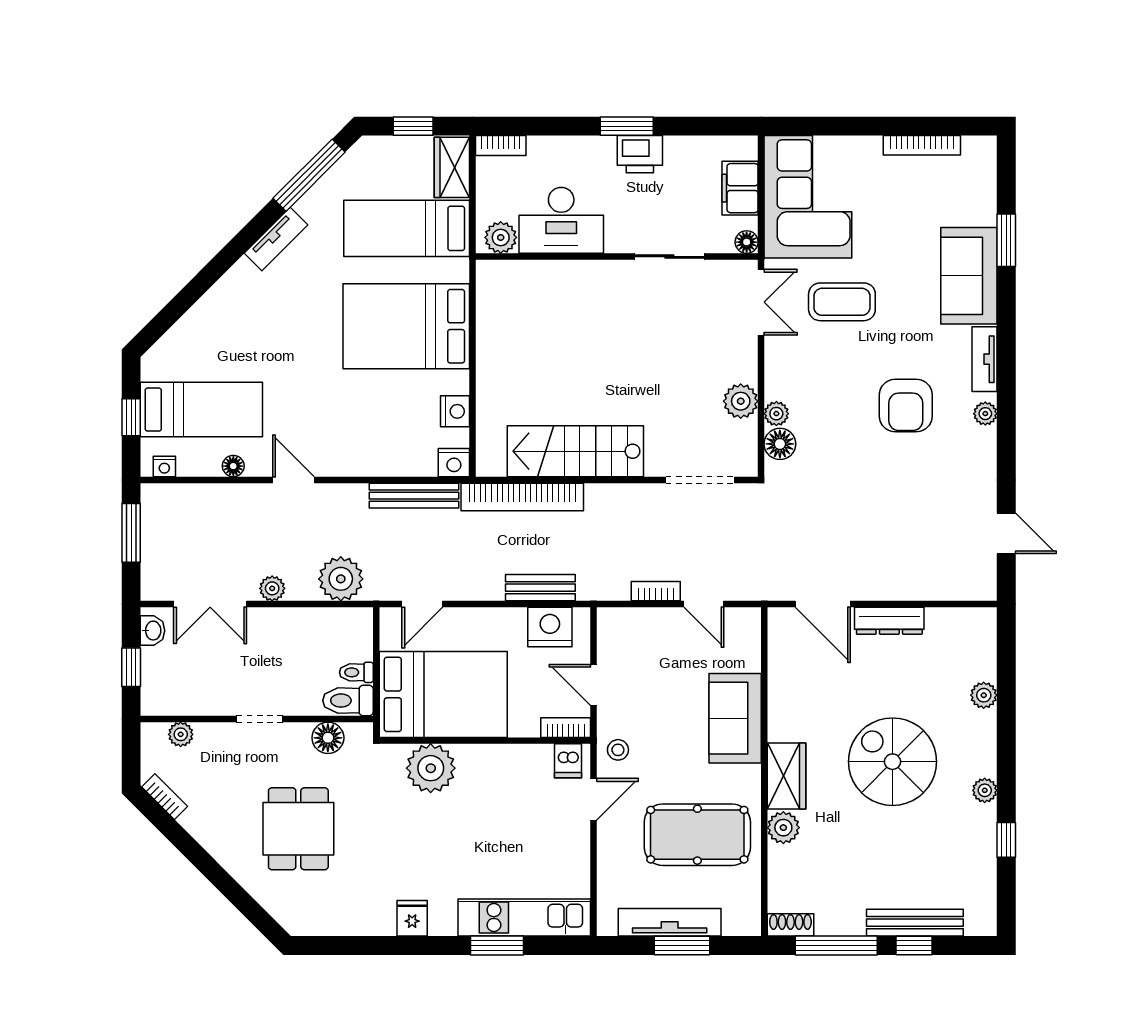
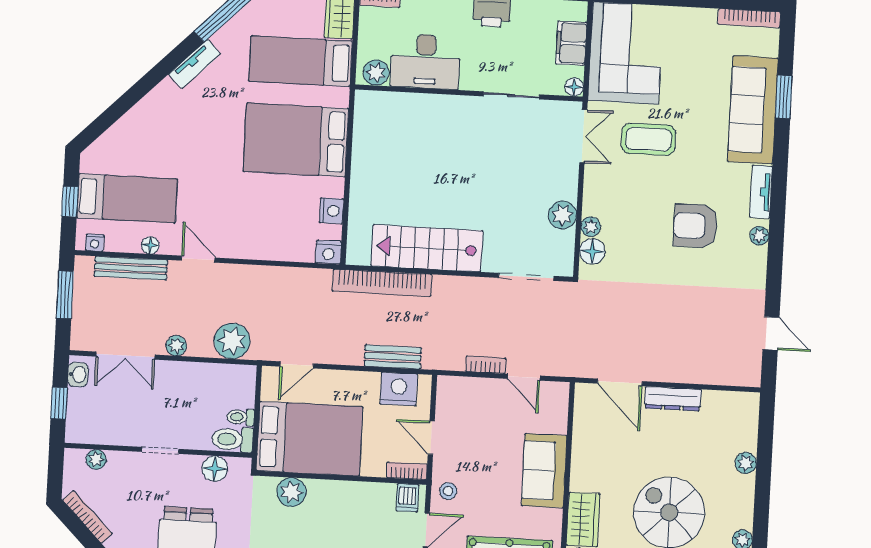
bookcase: (922, 145) -> (749, 18), moved
sofa: (969, 276) -> (753, 110), width x1.36
armchair: (906, 406) -> (695, 226), turned 90
bench: (414, 496) -> (131, 268), moved
plant: (431, 768) -> (291, 492), width x0.73, depth x0.73
bookcase: (165, 797) -> (87, 517), width x1.56

